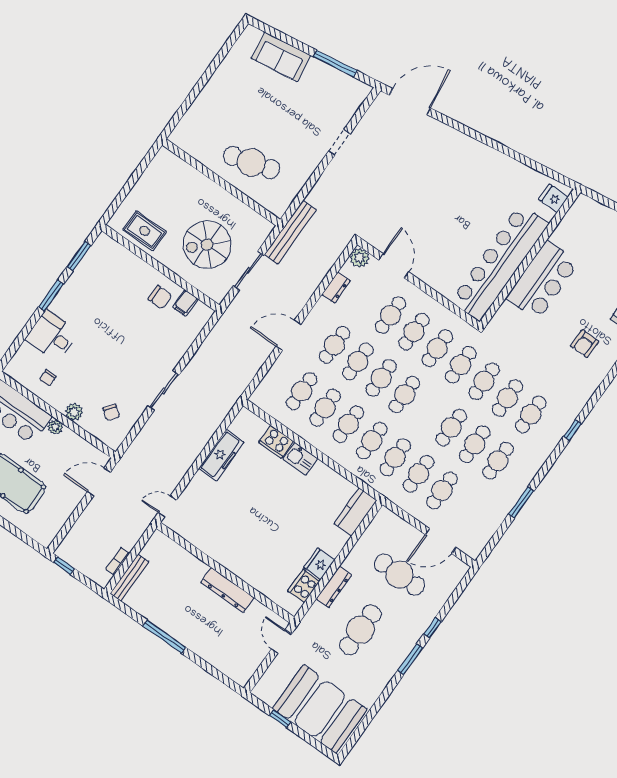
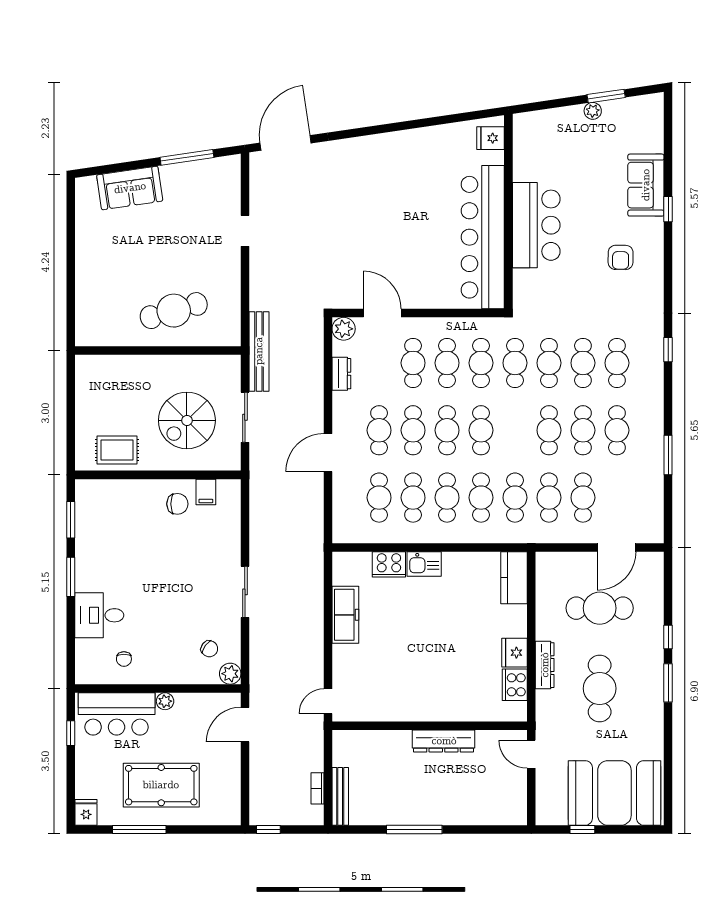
plant: (74, 412) -> (230, 674), moved

